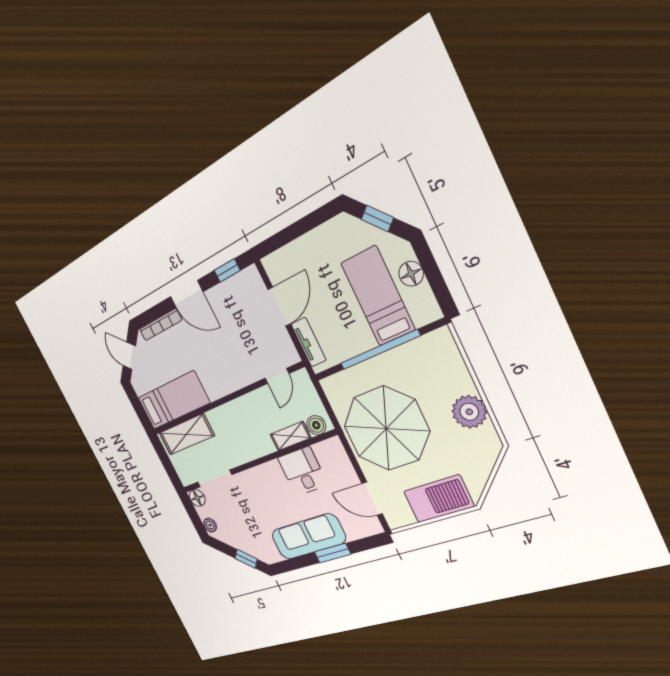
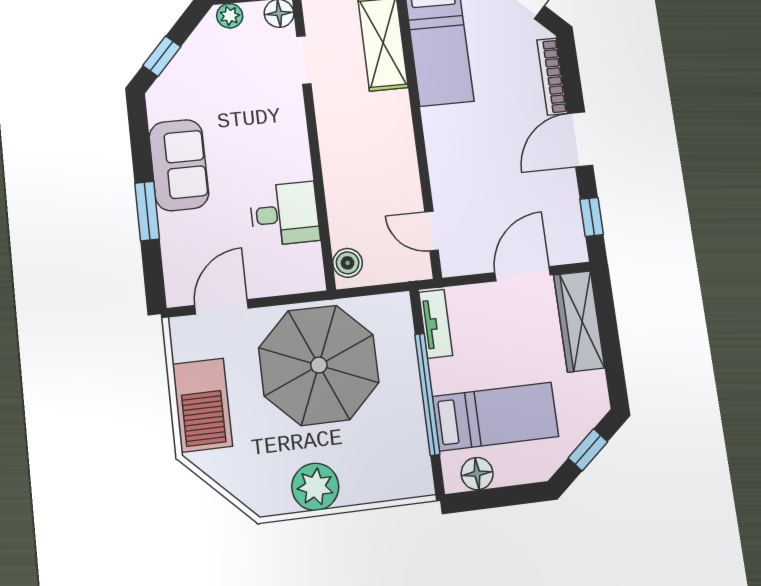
wardrobe: (294, 256) -> (579, 321), added
floor lamp: (411, 274) -> (477, 474), moved
door: (279, 307) -> (523, 274), swing flipped
tv unit: (309, 342) -> (436, 324), moved, turned -90
shelving: (290, 436) -> (341, 216), removed
doorway: (215, 478) -> (304, 60), width x0.73
sofa: (308, 537) -> (179, 165), width x0.73

